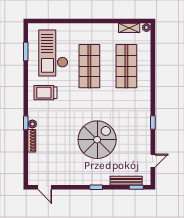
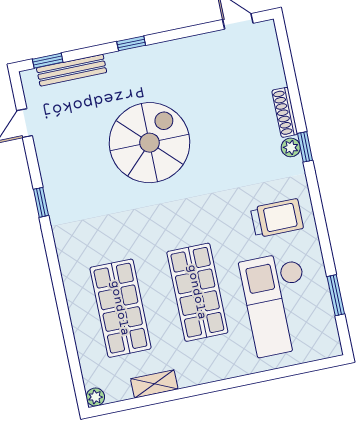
shelving: (129, 28) -> (154, 384), moved
checkout: (53, 53) -> (278, 304), turned 180
spiral stairs: (97, 140) -> (150, 143), turned 180

